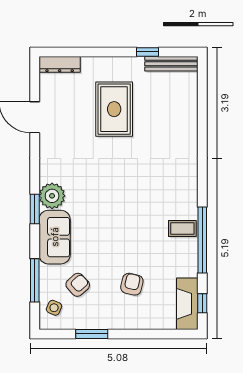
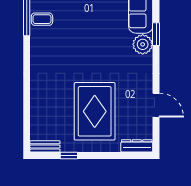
bench: (171, 64) -> (45, 146), width x0.73
rug: (114, 109) -> (95, 111), width x1.37, depth x1.44

